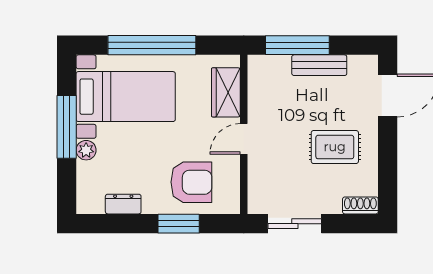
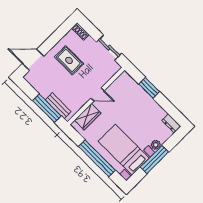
bench: (319, 65) -> (58, 106), moved
armchair: (191, 182) -> (131, 98), removed
dresser: (123, 204) -> (171, 123), moved

